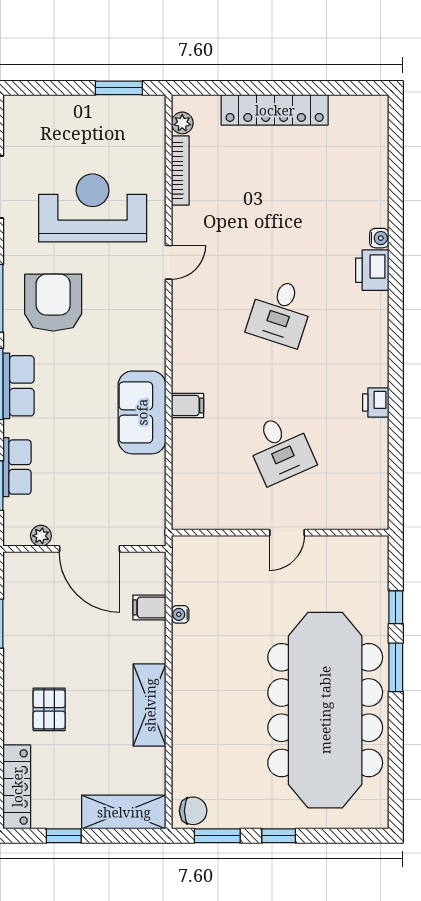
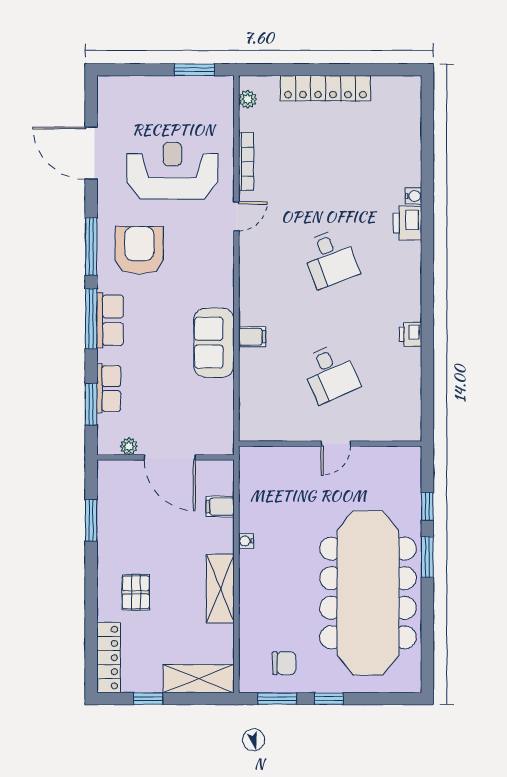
bookcase: (180, 171) -> (246, 162), moved
desk: (280, 312) -> (330, 258), turned -39
water cooler: (180, 614) -> (246, 541), moved
chair: (193, 811) -> (284, 663), moved

